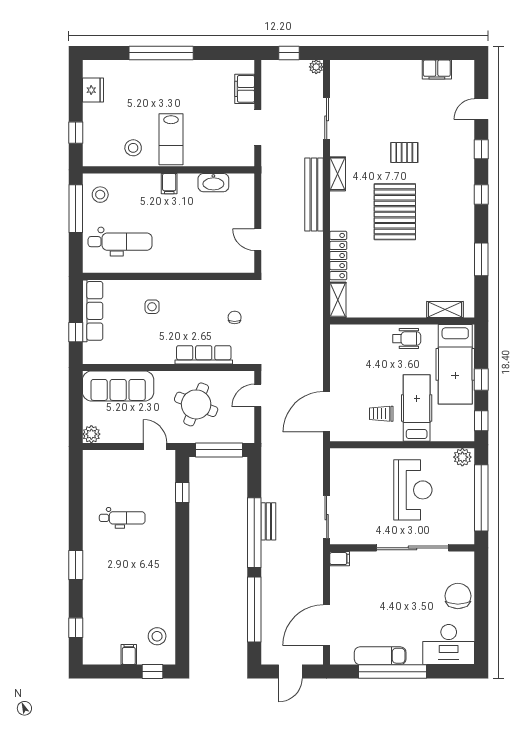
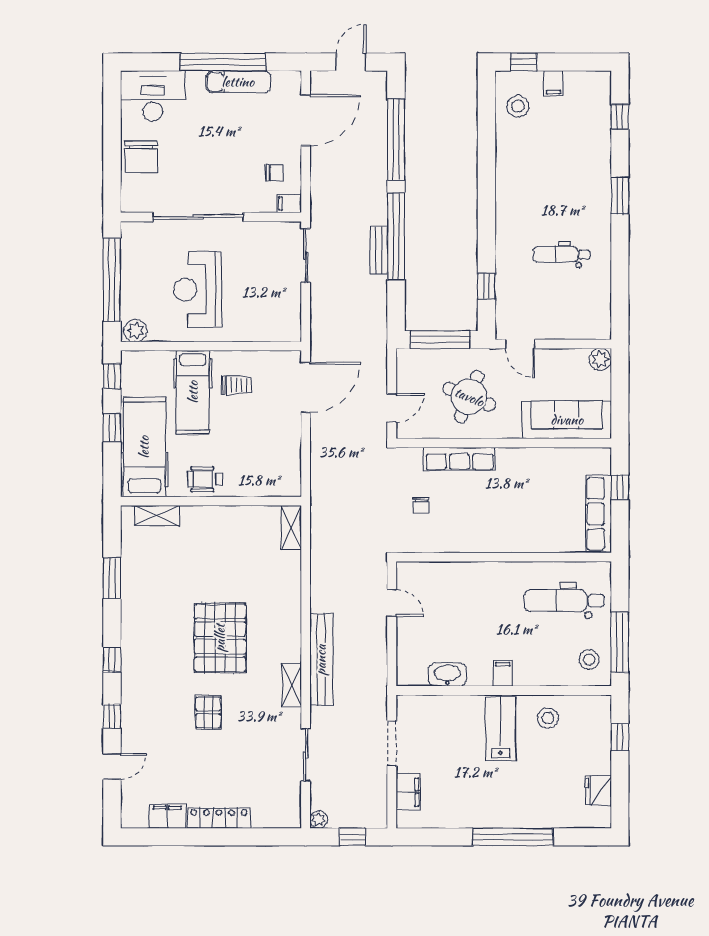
pallet: (404, 152) -> (208, 712), turned 90
locker: (338, 256) -> (219, 818), moved, turned 90
side table: (152, 307) -> (524, 519), removed
chair: (351, 583) -> (274, 173), added

